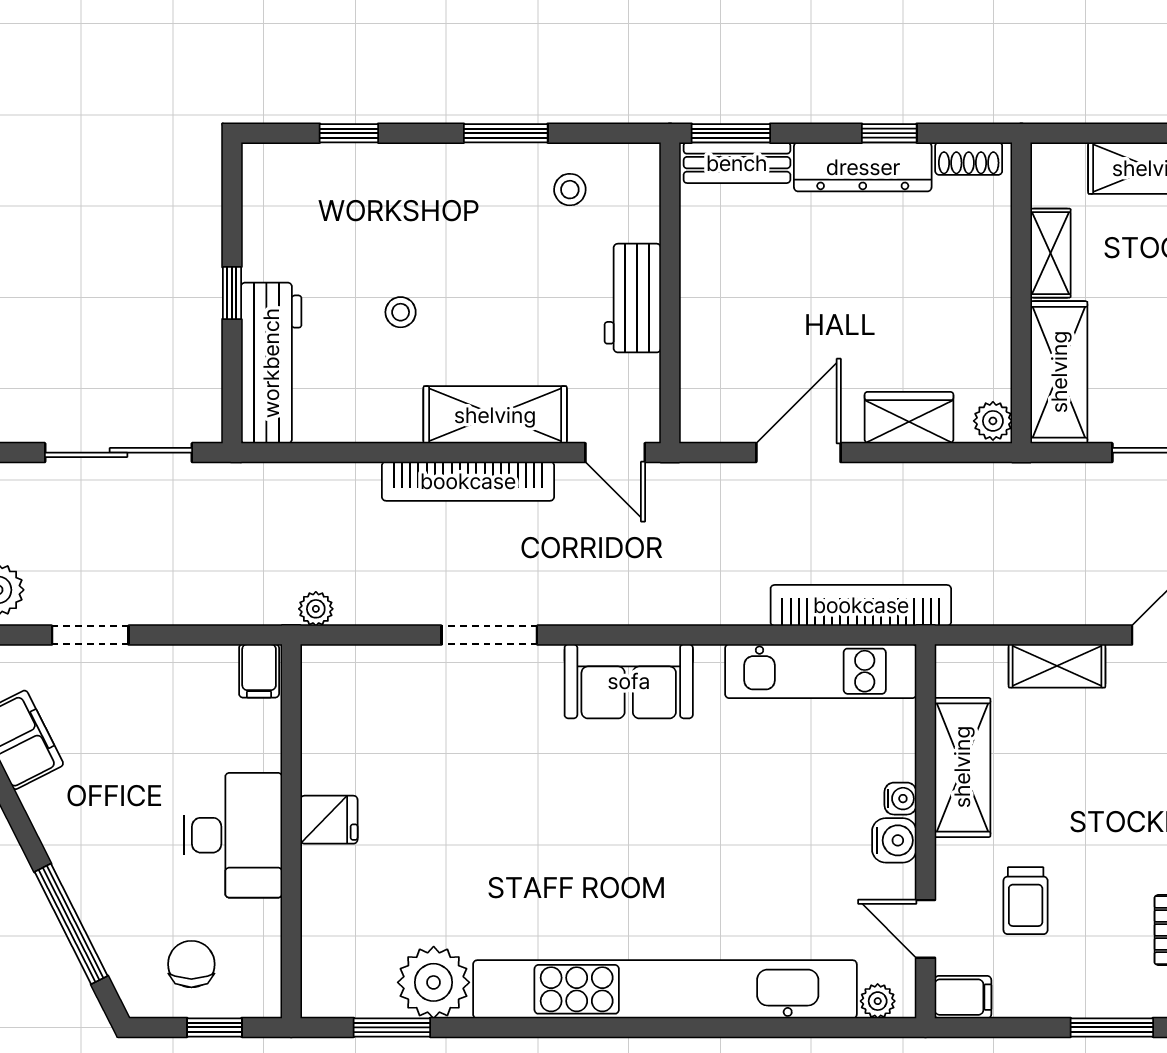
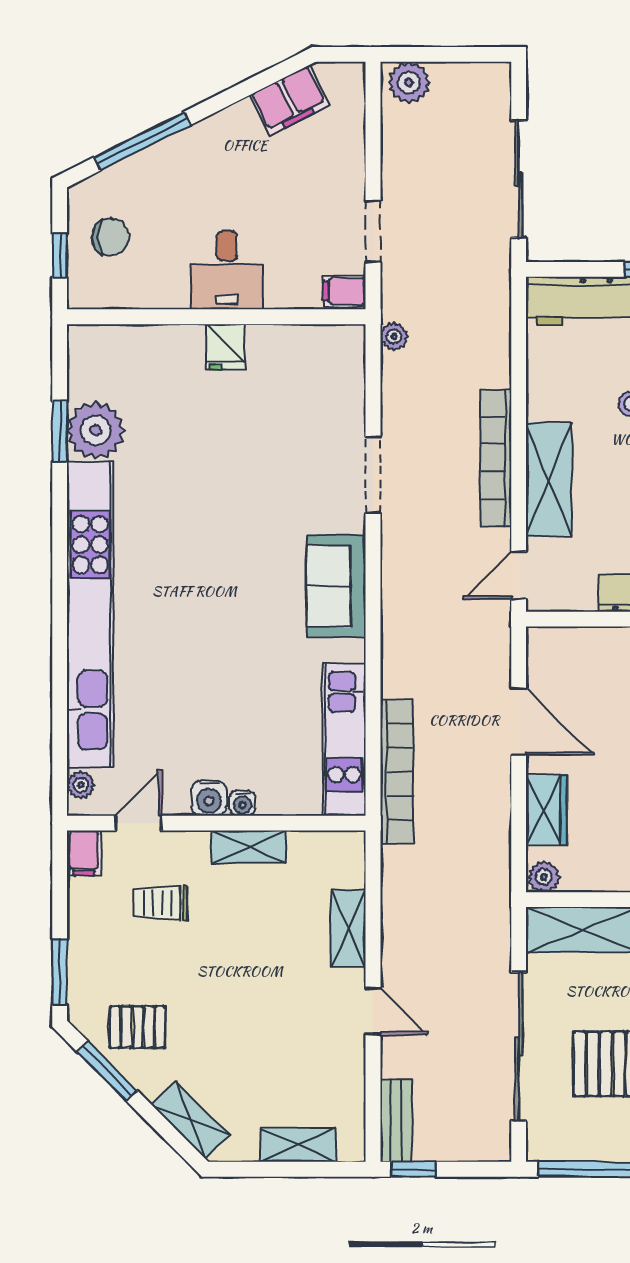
doorway: (90, 635) -> (373, 231), moved
shelving: (962, 767) -> (249, 847), width x0.67, depth x0.75
desk: (233, 835) -> (227, 270), width x0.73
window: (392, 1027) -> (60, 431), moved

